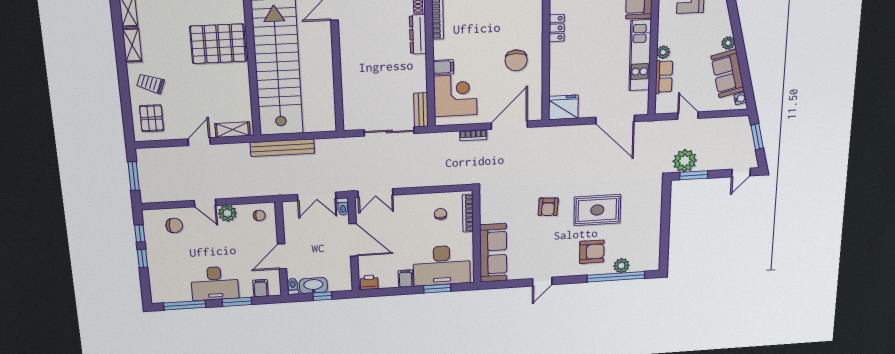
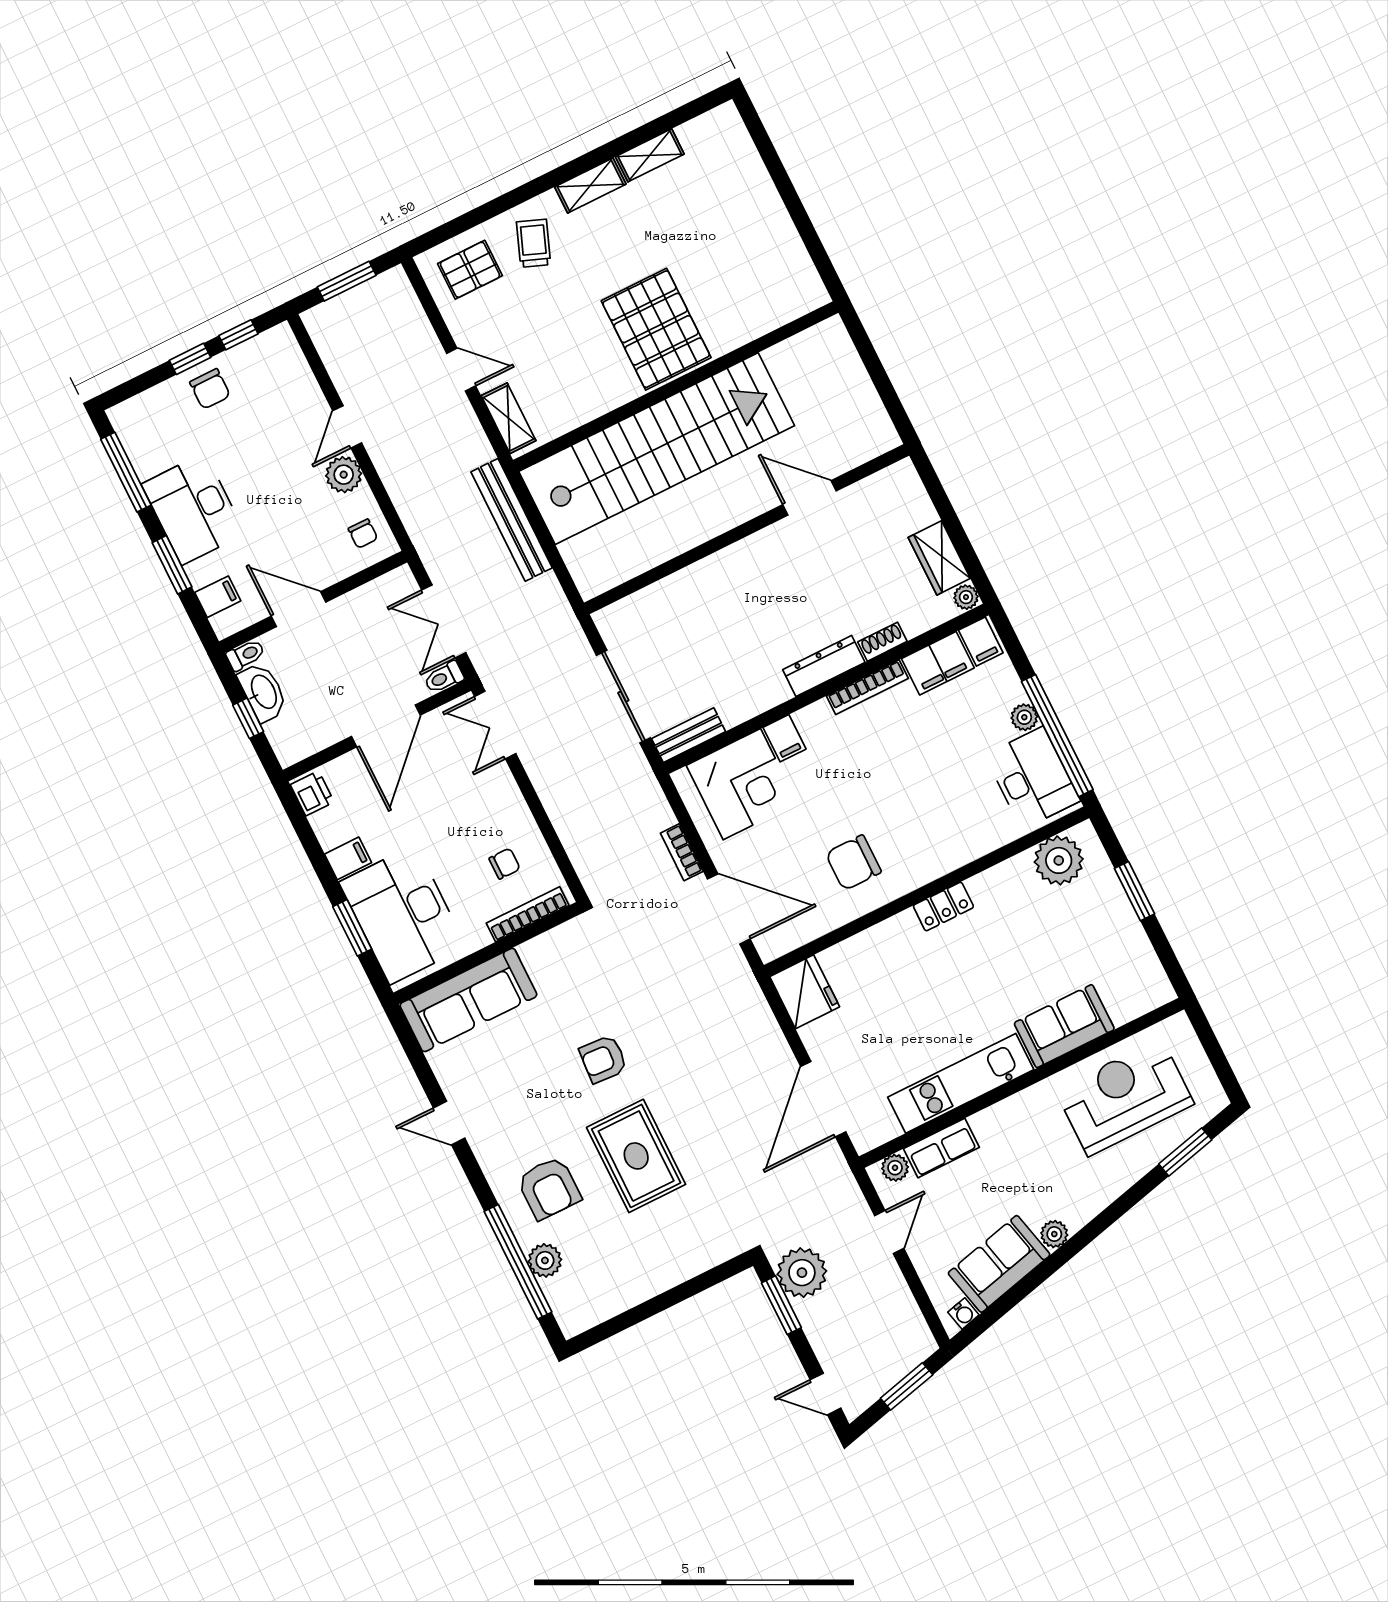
plant: (663, 52) -> (895, 1168), moved
chair: (174, 225) -> (210, 389), moved

